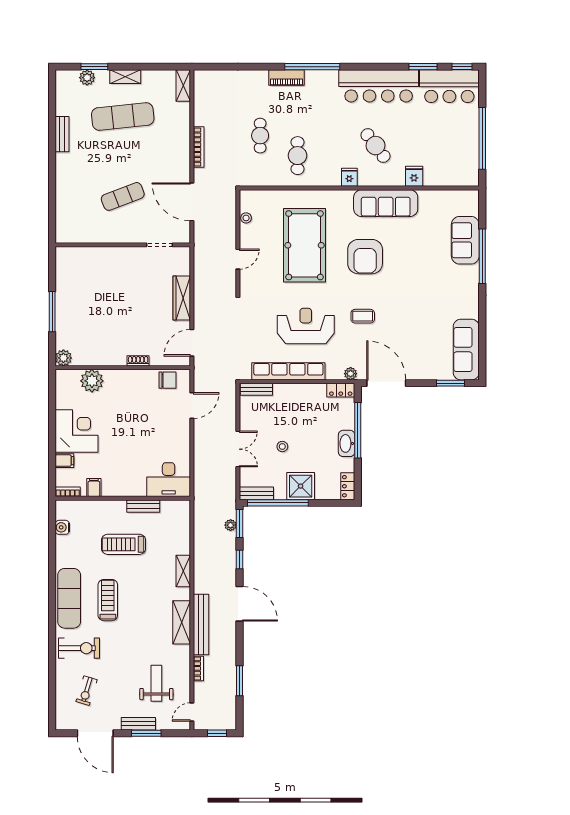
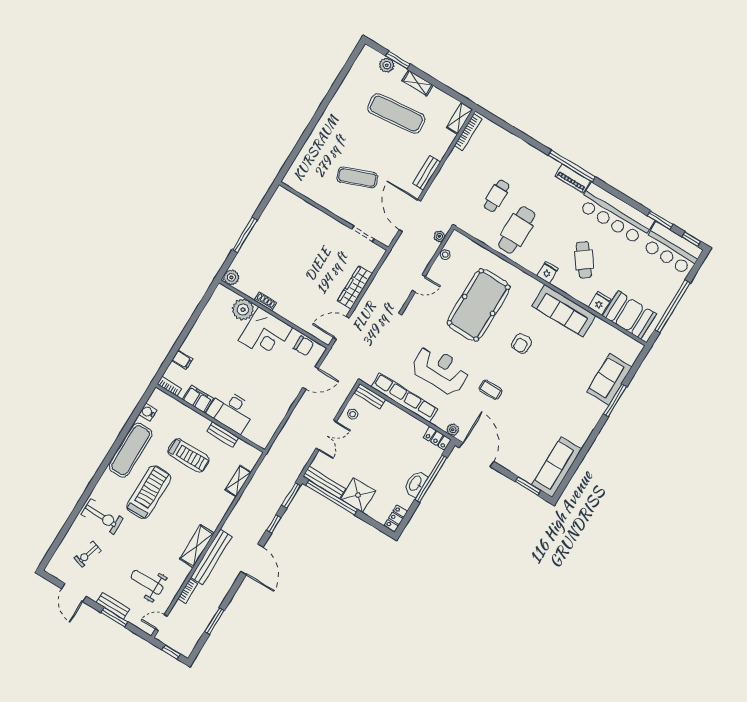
piano: (286, 78) -> (573, 179), moved
bench: (62, 134) -> (427, 173), moved
bookcase: (199, 147) -> (468, 132), moved
cafe table: (298, 156) -> (517, 230), width x1.37, depth x1.35
booth: (448, 170) -> (629, 315), added
window: (482, 256) -> (615, 400), width x0.68
armchair: (365, 257) -> (521, 343), width x0.53, depth x0.53
shoe rack: (138, 361) -> (265, 301), moved
corner desk: (77, 431) -> (265, 334), moved, turned 90
stool: (282, 446) -> (353, 414), moved
desk: (169, 480) -> (231, 411), moved
filing cabinet: (94, 488) -> (198, 399), width x2.00
bench: (256, 493) -> (324, 482), width x1.36
plant: (231, 525) -> (439, 236), moved
treadmill: (124, 544) -> (188, 455), turned 180
shelving: (183, 571) -> (238, 481), moved
exercise mat: (69, 598) -> (131, 450), moved
treadmill: (108, 600) -> (149, 492), width x1.37, depth x1.38
weight bench: (156, 683) -> (147, 582), turned -90
door: (95, 733) -> (74, 593), width x0.73

